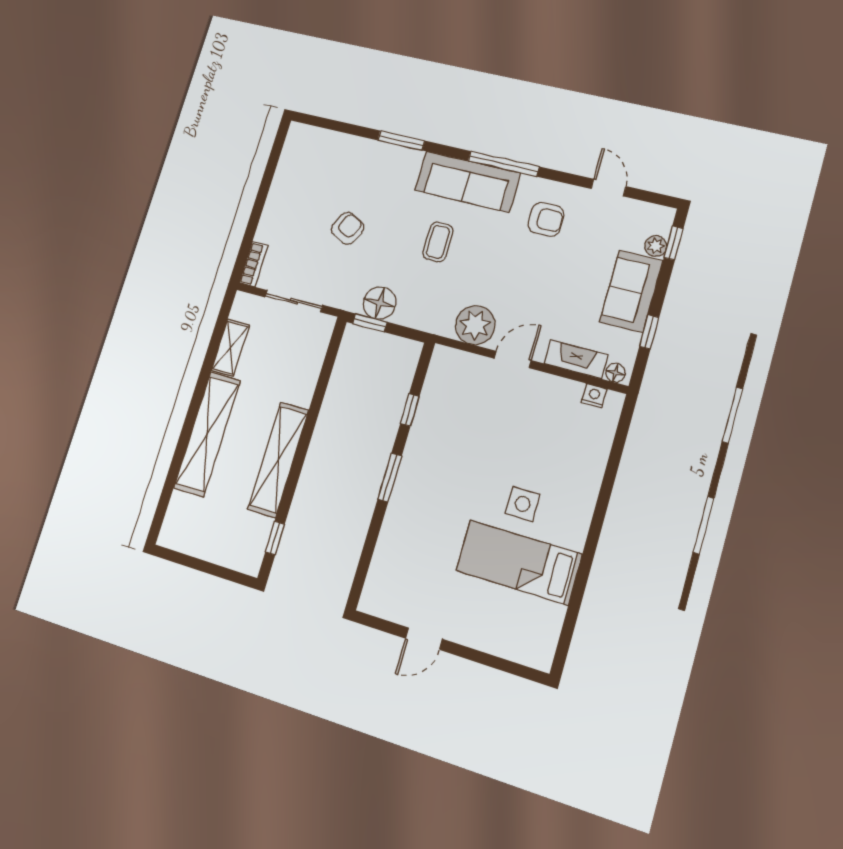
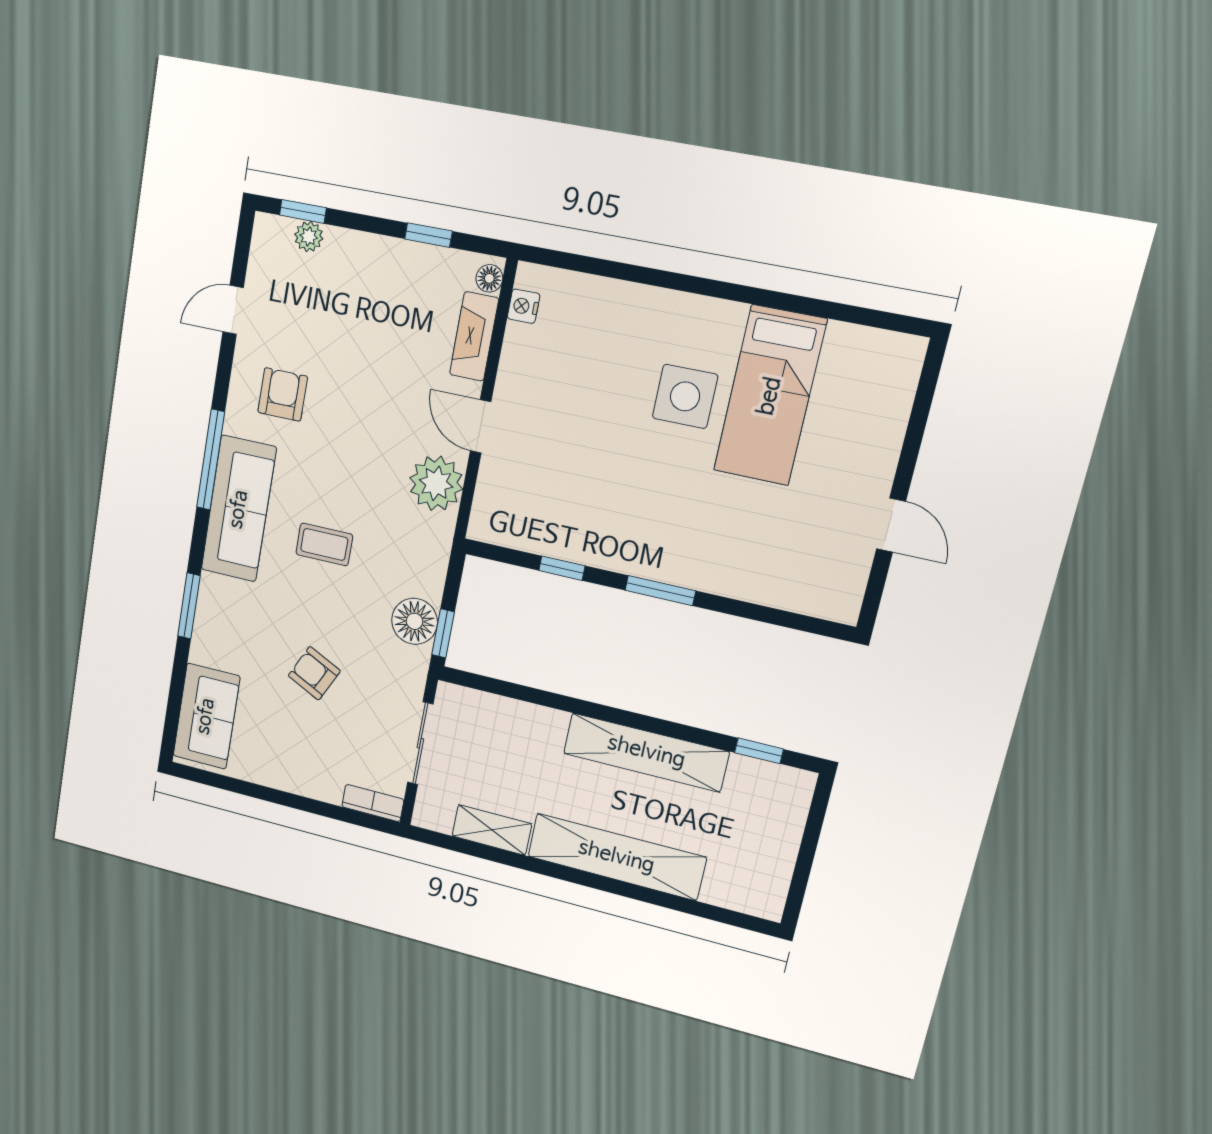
sofa: (631, 291) -> (206, 716), moved, turned -90
side table: (523, 504) -> (685, 396), width x1.37, depth x1.37

